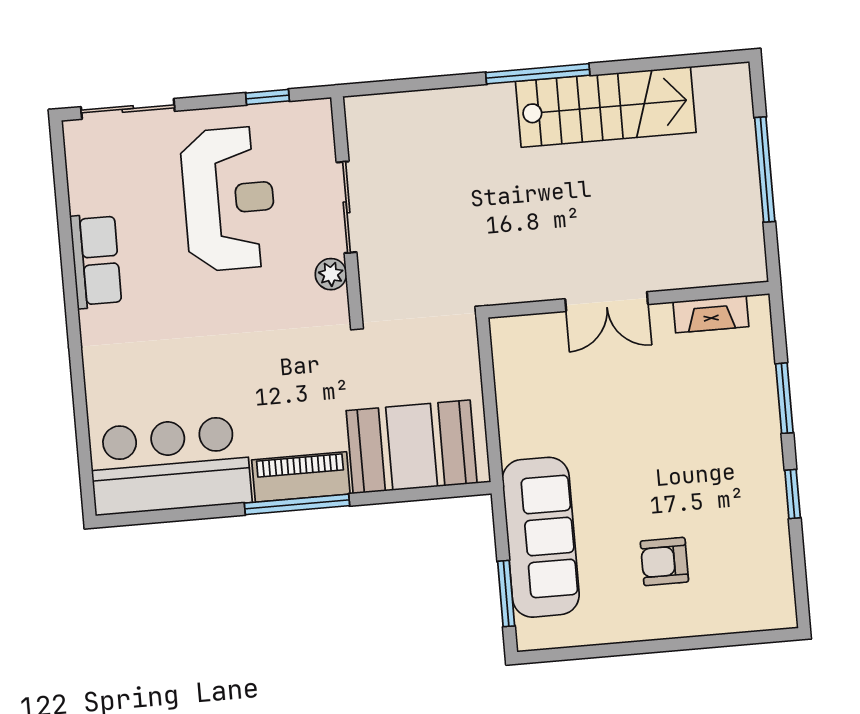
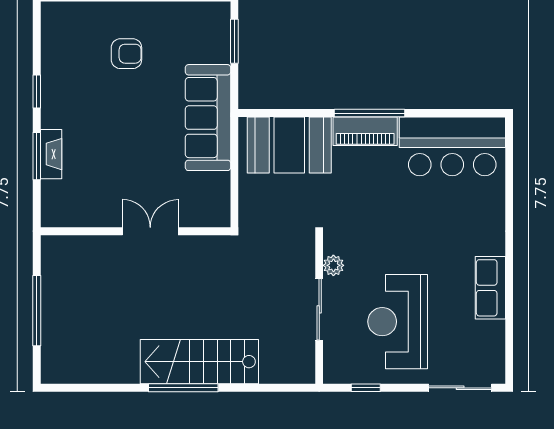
stairs: (606, 107) -> (199, 362), moved
fireplace: (711, 314) -> (51, 154), moved, turned 90
sofa: (541, 537) -> (208, 118), moved

